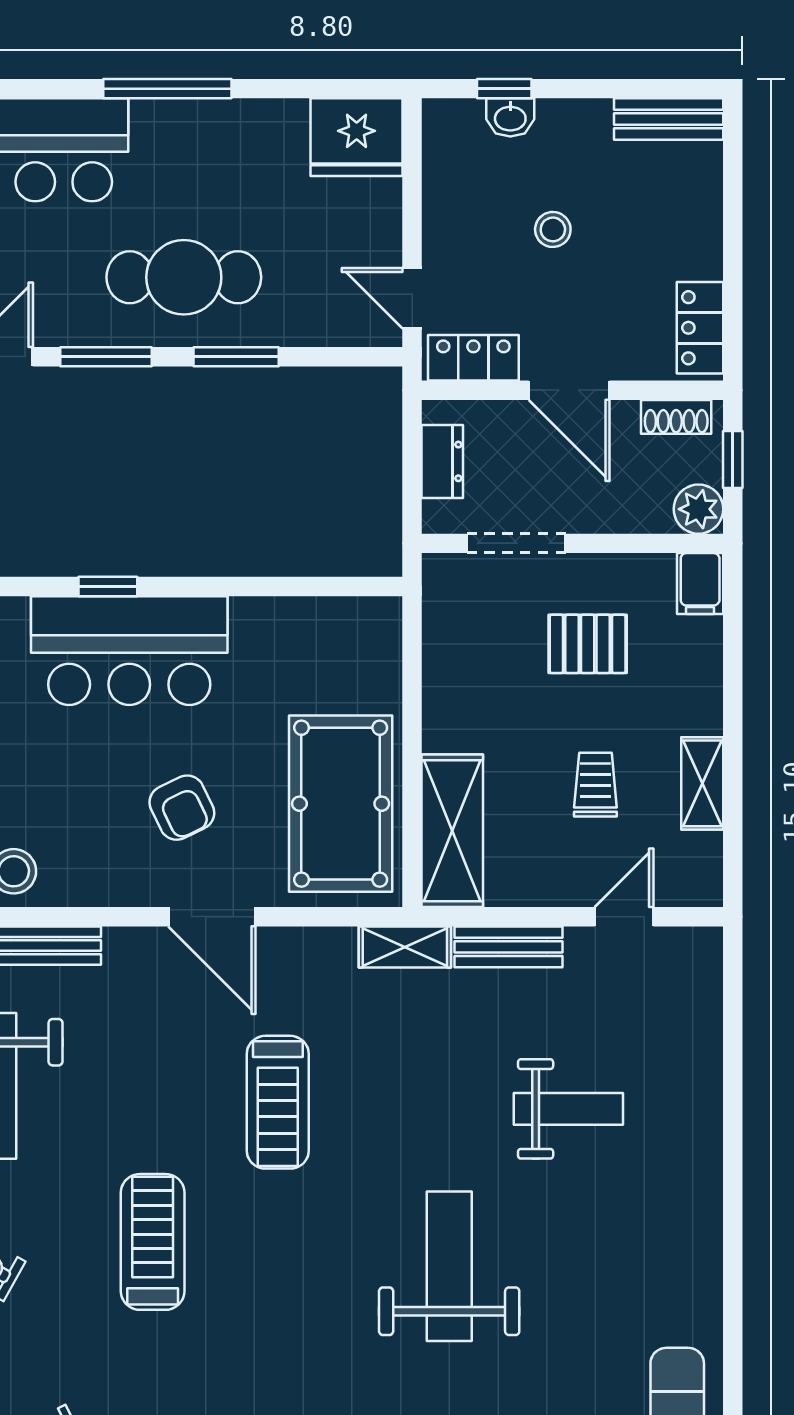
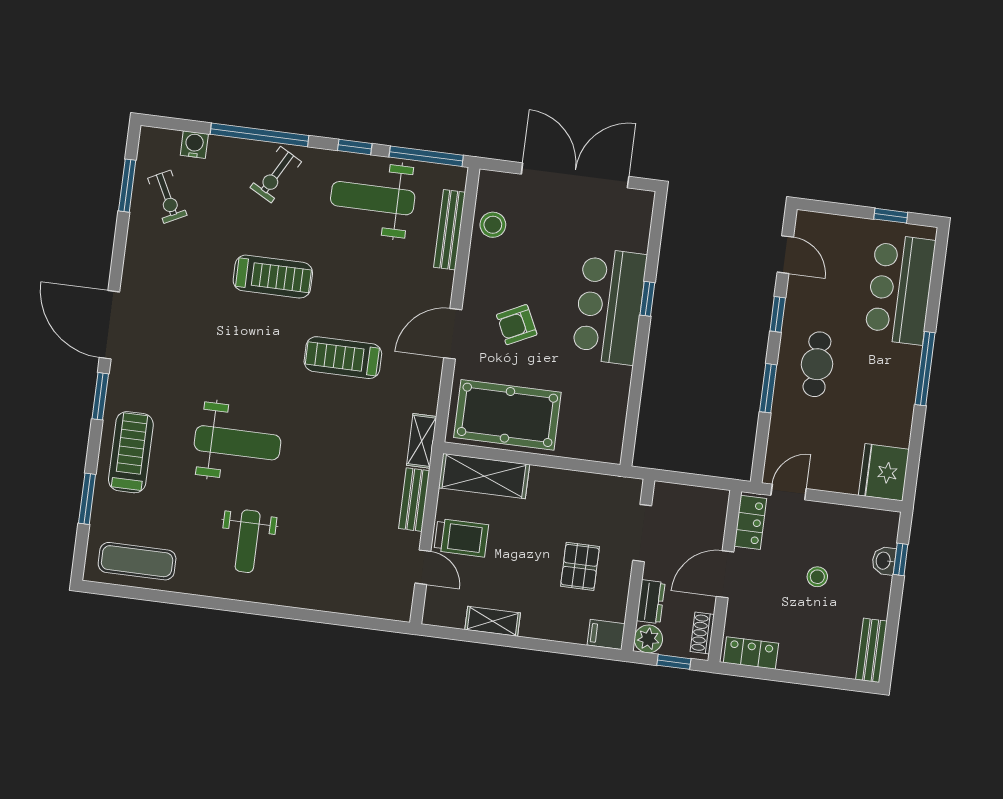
cafe table: (184, 277) -> (817, 364), width x0.73, depth x0.74
window: (106, 357) -> (778, 314), width x0.67
dresser: (442, 461) -> (651, 602), moved, turned -90
trolley: (595, 785) -> (461, 538), moved, width x1.36, depth x1.39
weight bench: (568, 1109) -> (248, 541), moved

